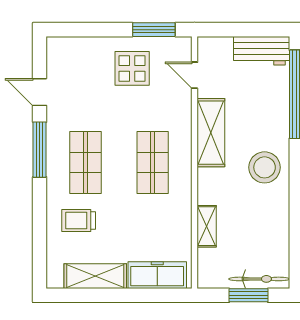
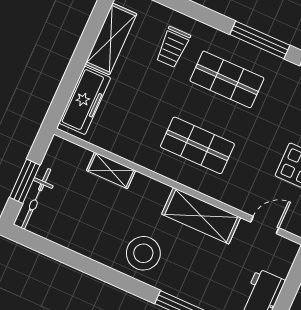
trolley: (79, 221) -> (173, 47), turned 180

